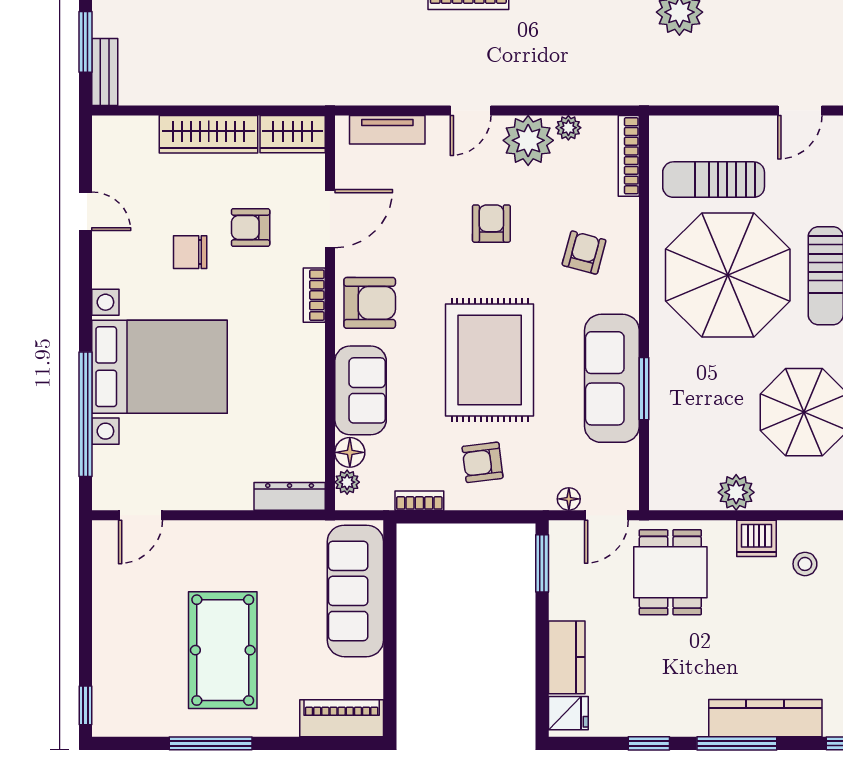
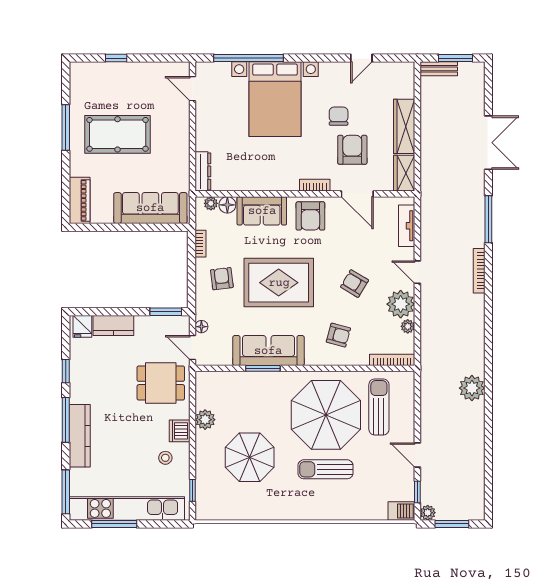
armchair: (491, 224) -> (355, 284), turned -149
armchair: (251, 227) -> (352, 150), width x1.38, depth x1.38
window: (86, 705) -> (116, 58), moved

